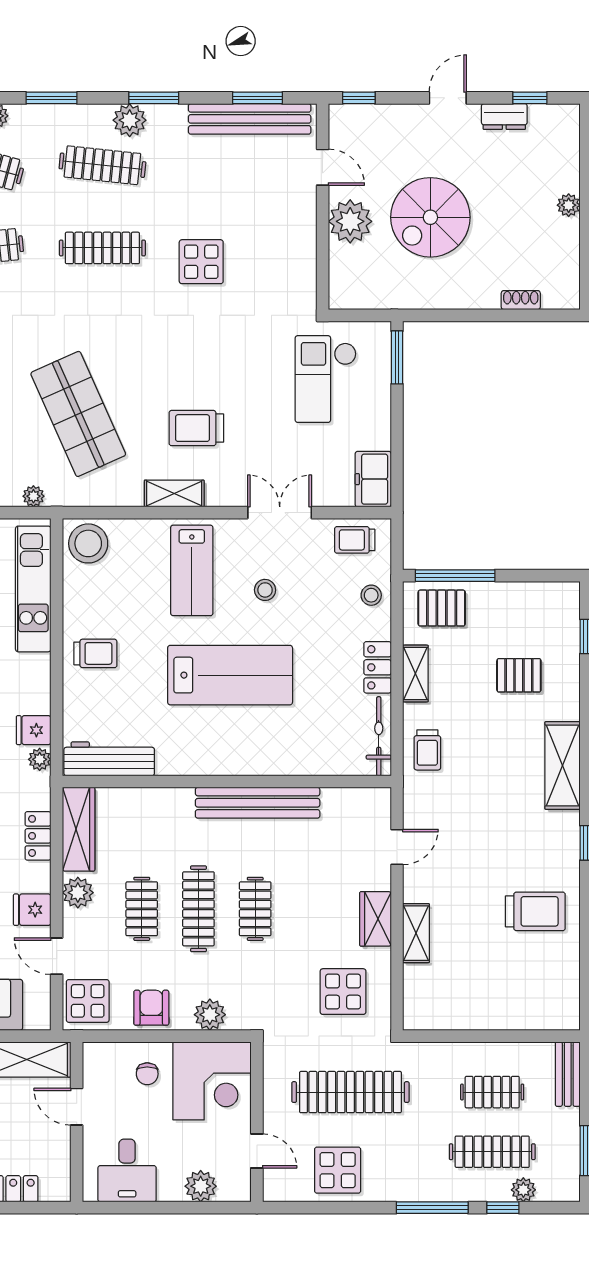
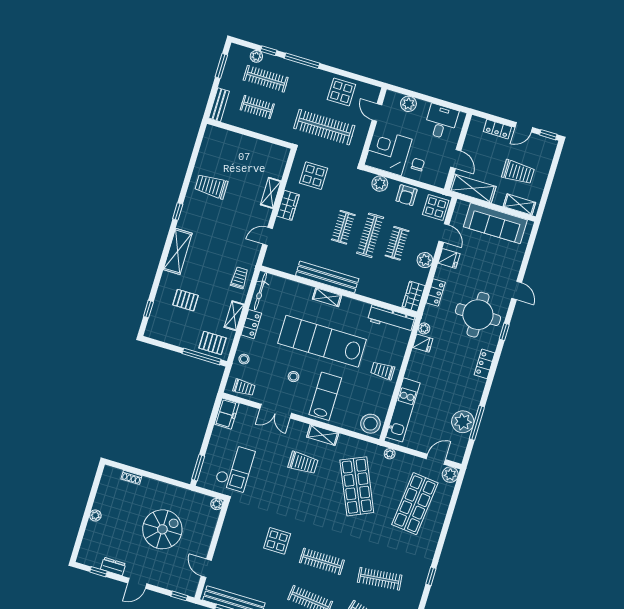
plant: (350, 221) -> (217, 504), moved, width x0.53, depth x0.53
lab bench: (230, 675) -> (322, 341), width x1.36
shelving: (246, 764) -> (327, 297), added
wardrobe: (79, 829) -> (414, 297), width x0.67

